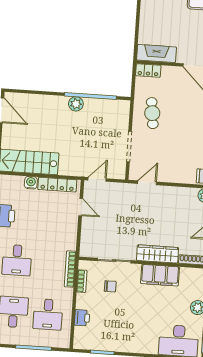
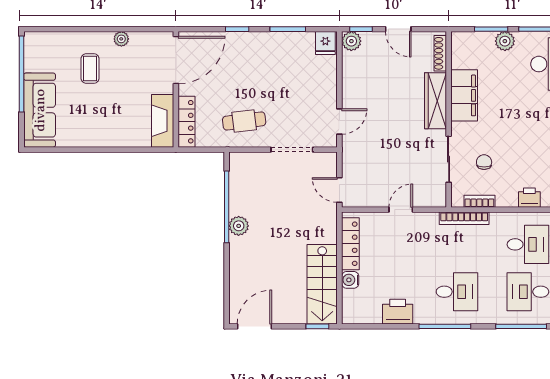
locker: (148, 70) -> (186, 122), width x1.53
door: (147, 183) -> (339, 122), swing flipped
door: (81, 207) -> (401, 210), moved

